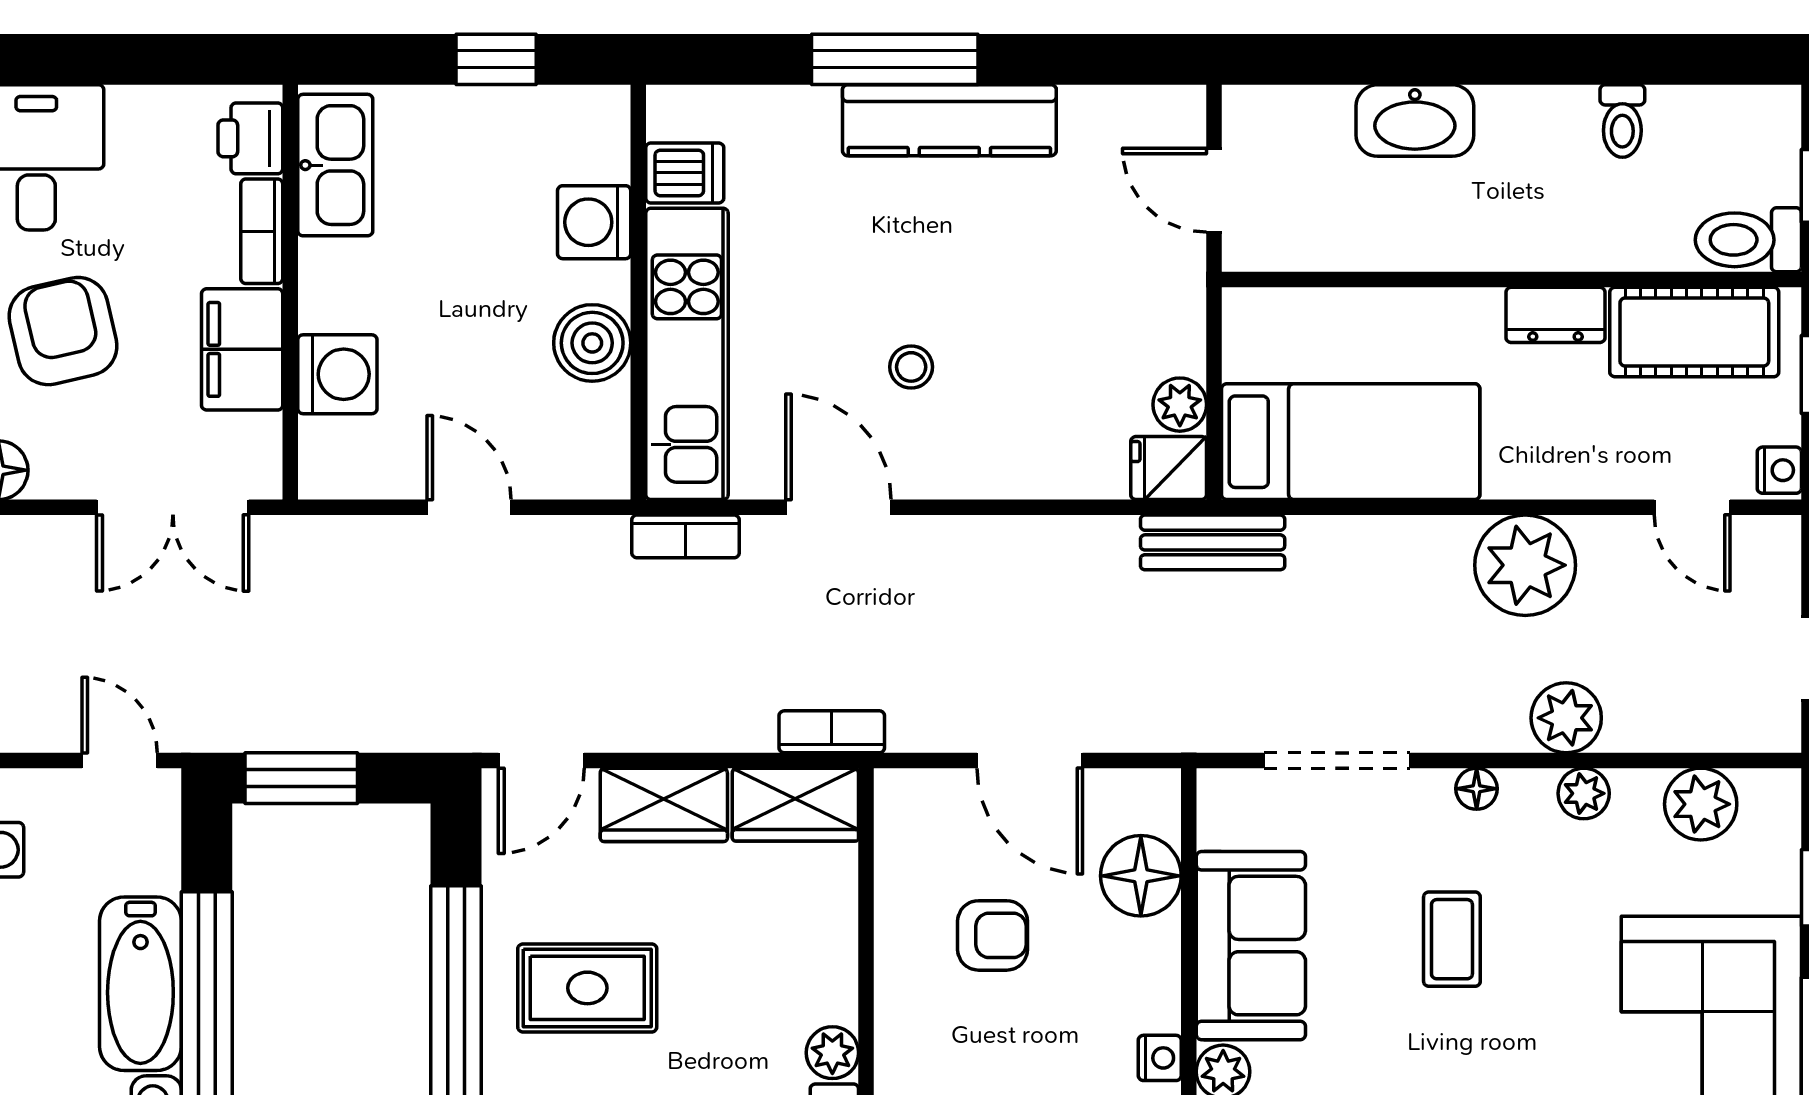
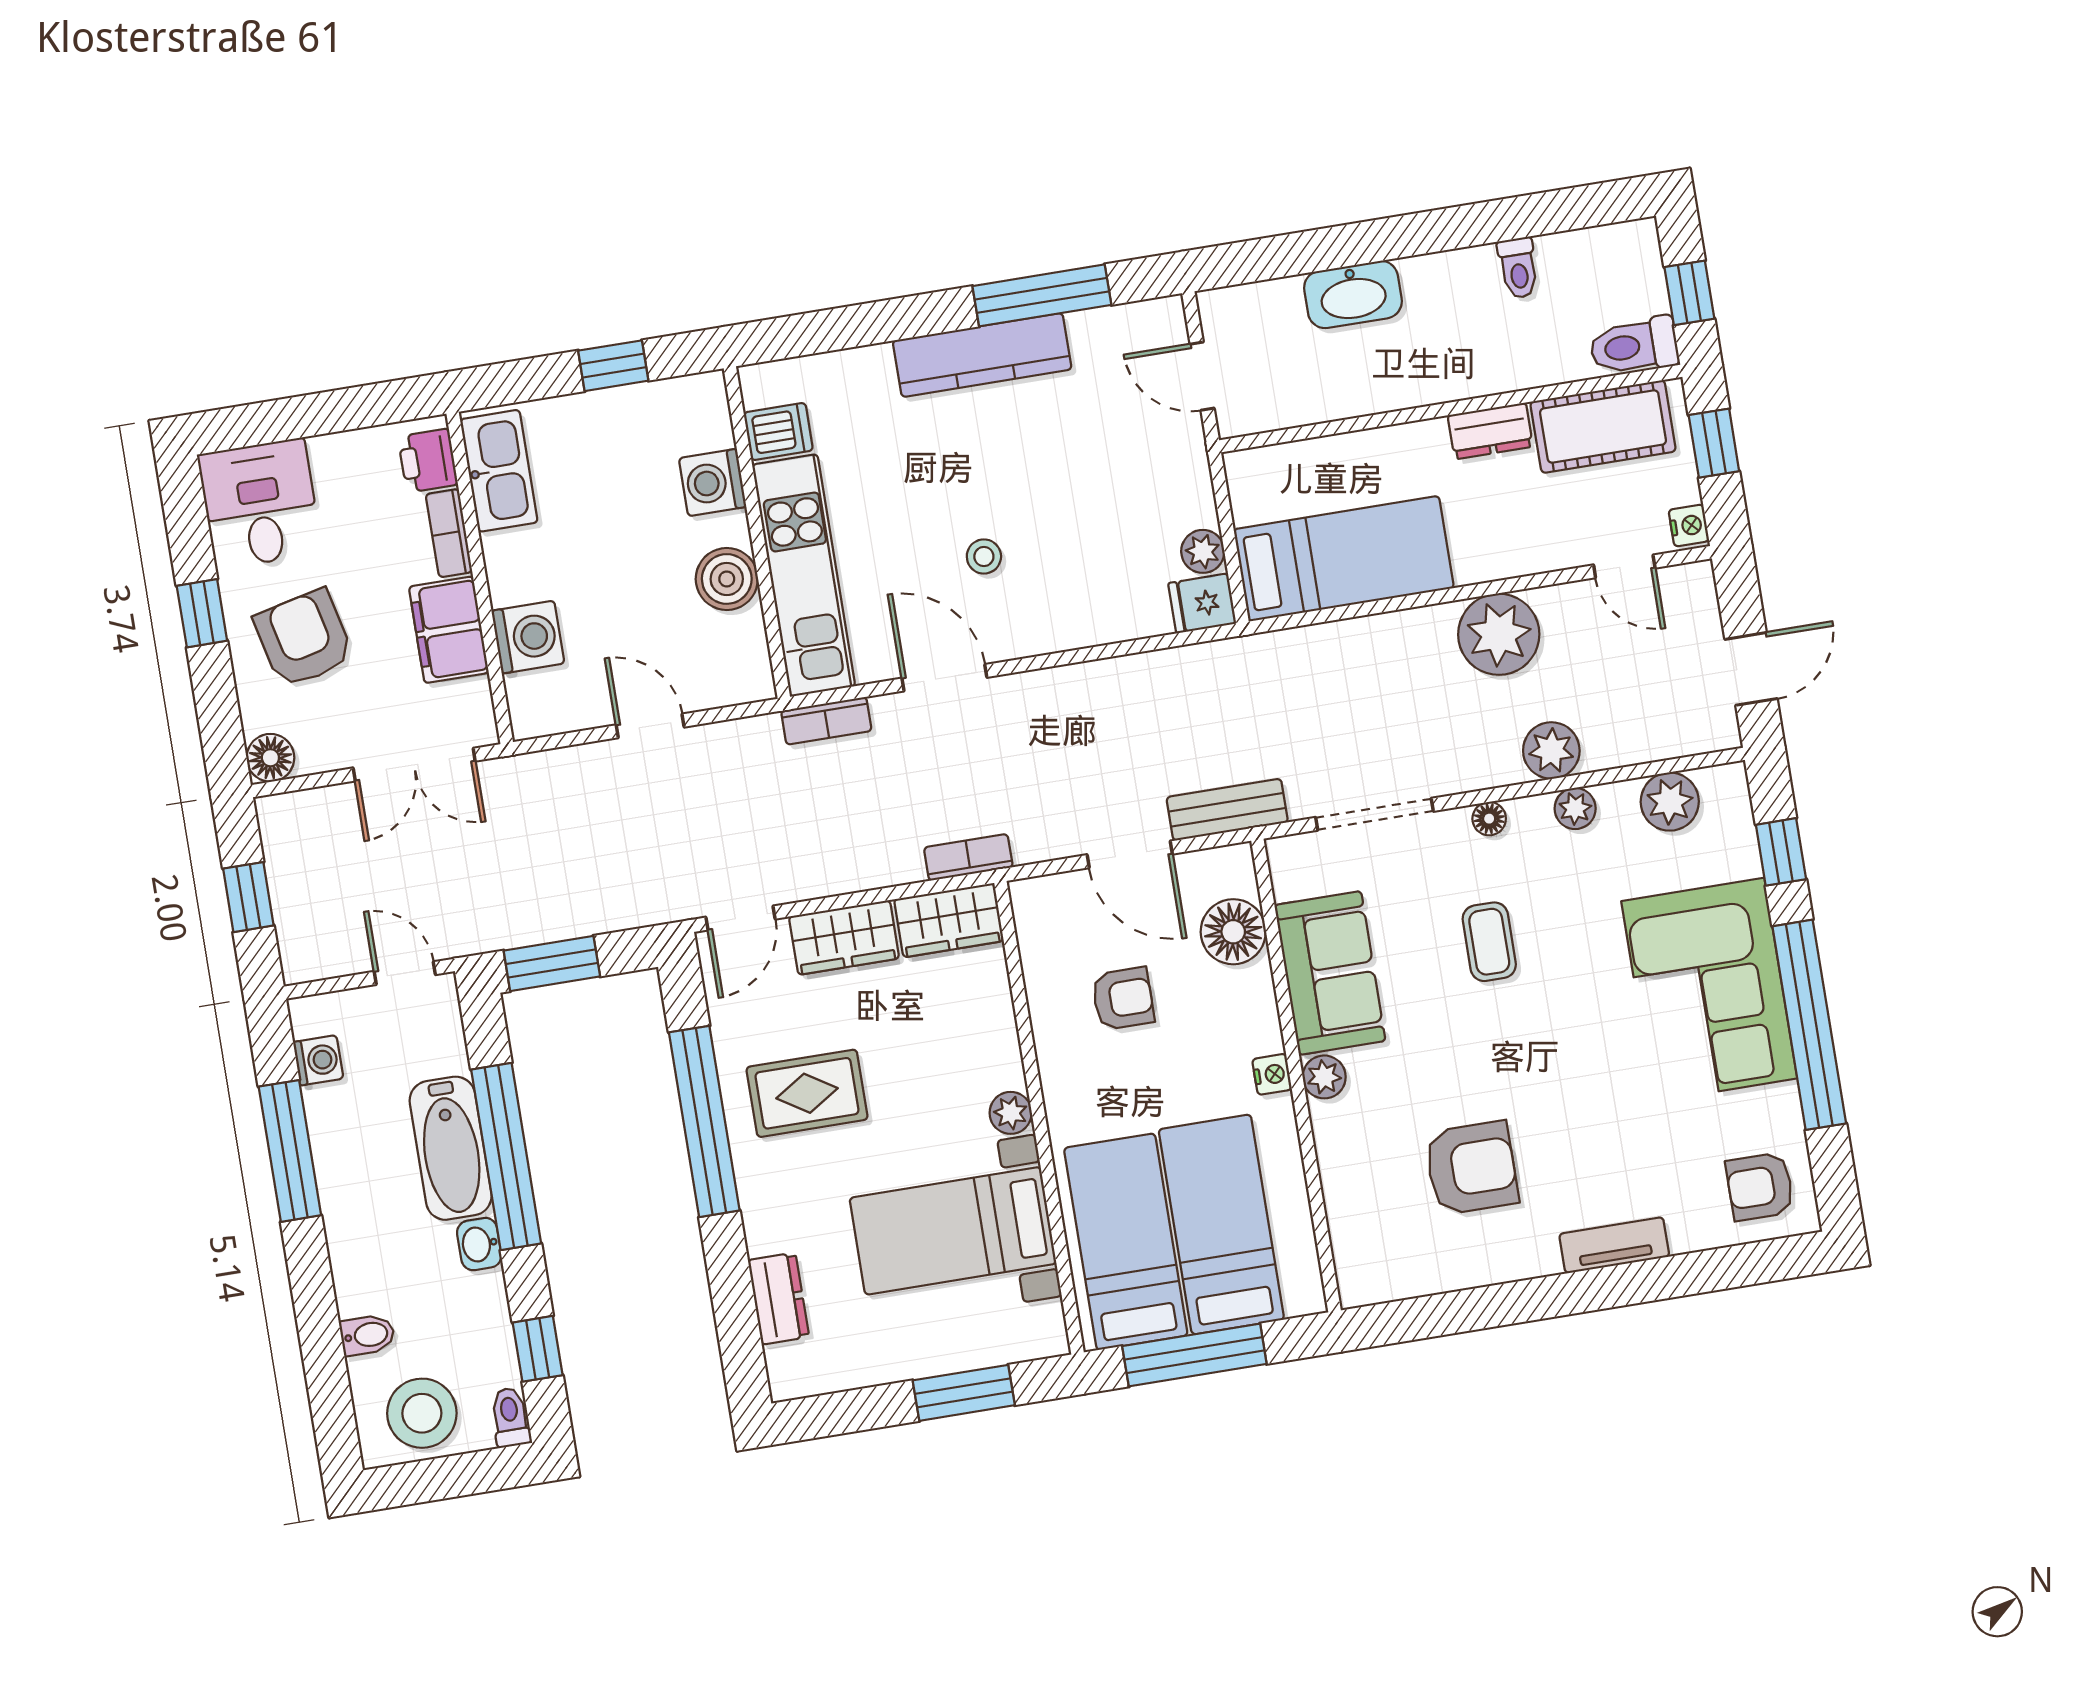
window: (895, 59) -> (1042, 295), moved
bench: (1213, 542) -> (1227, 810), moved

